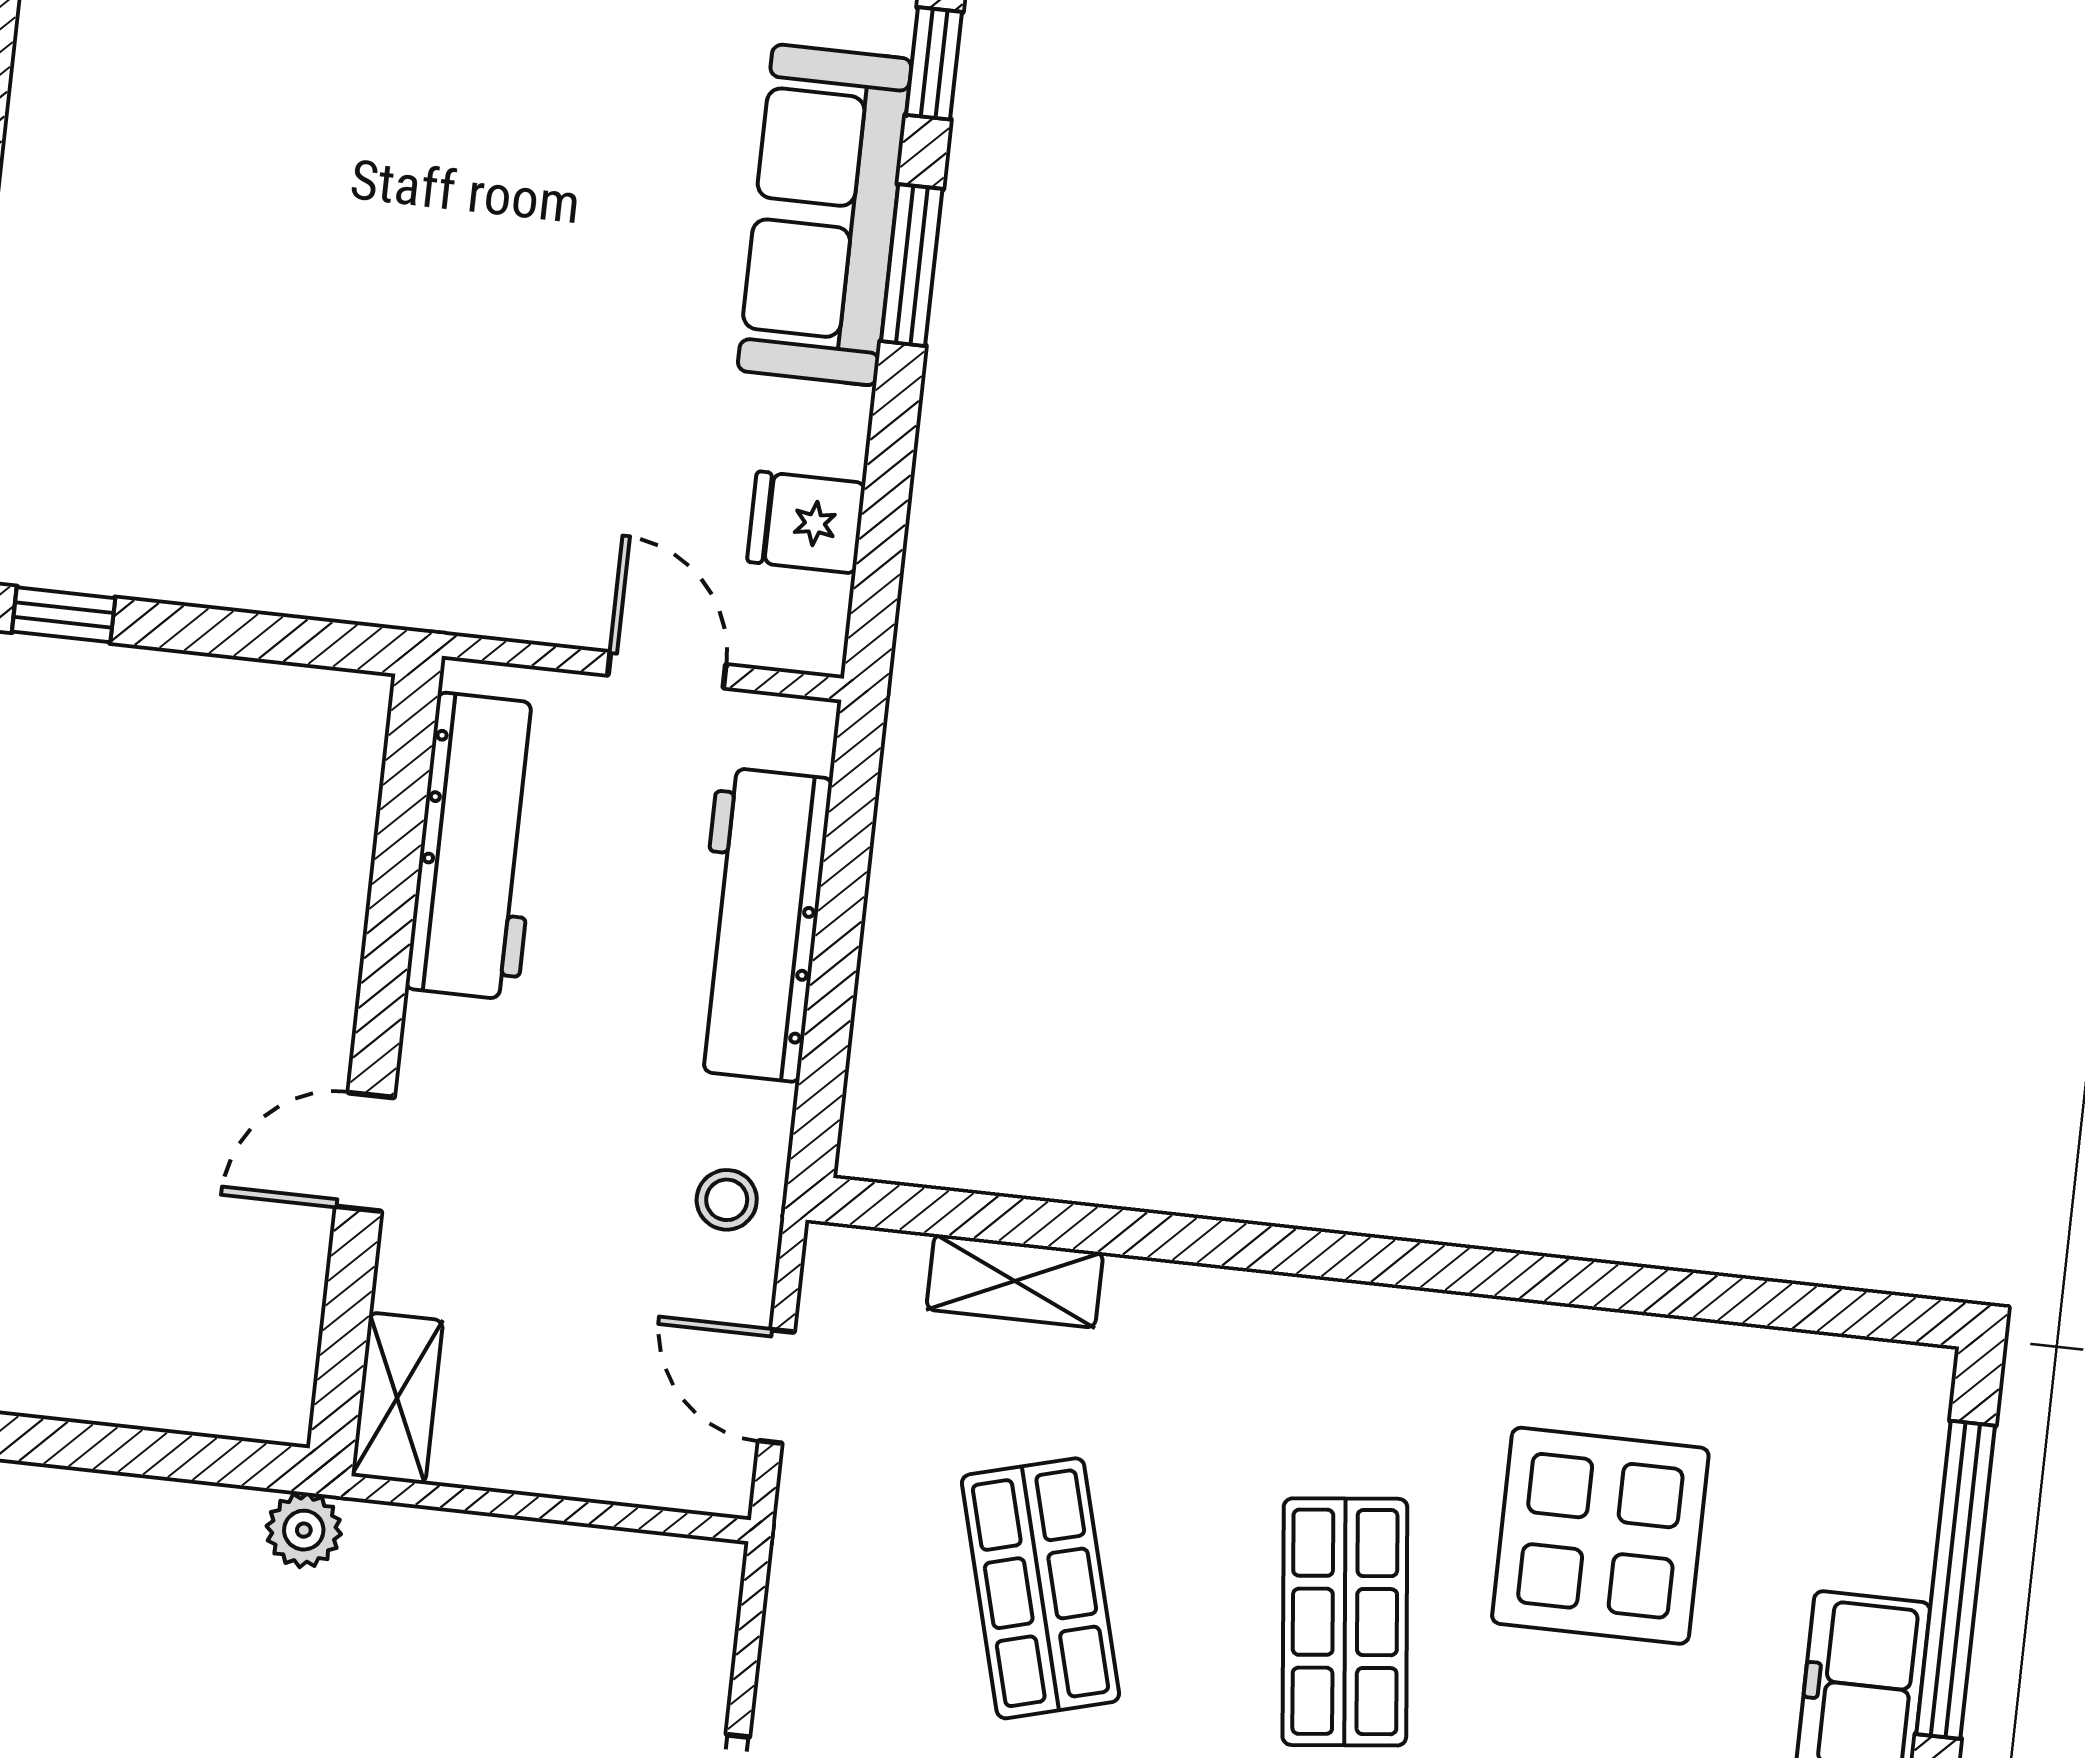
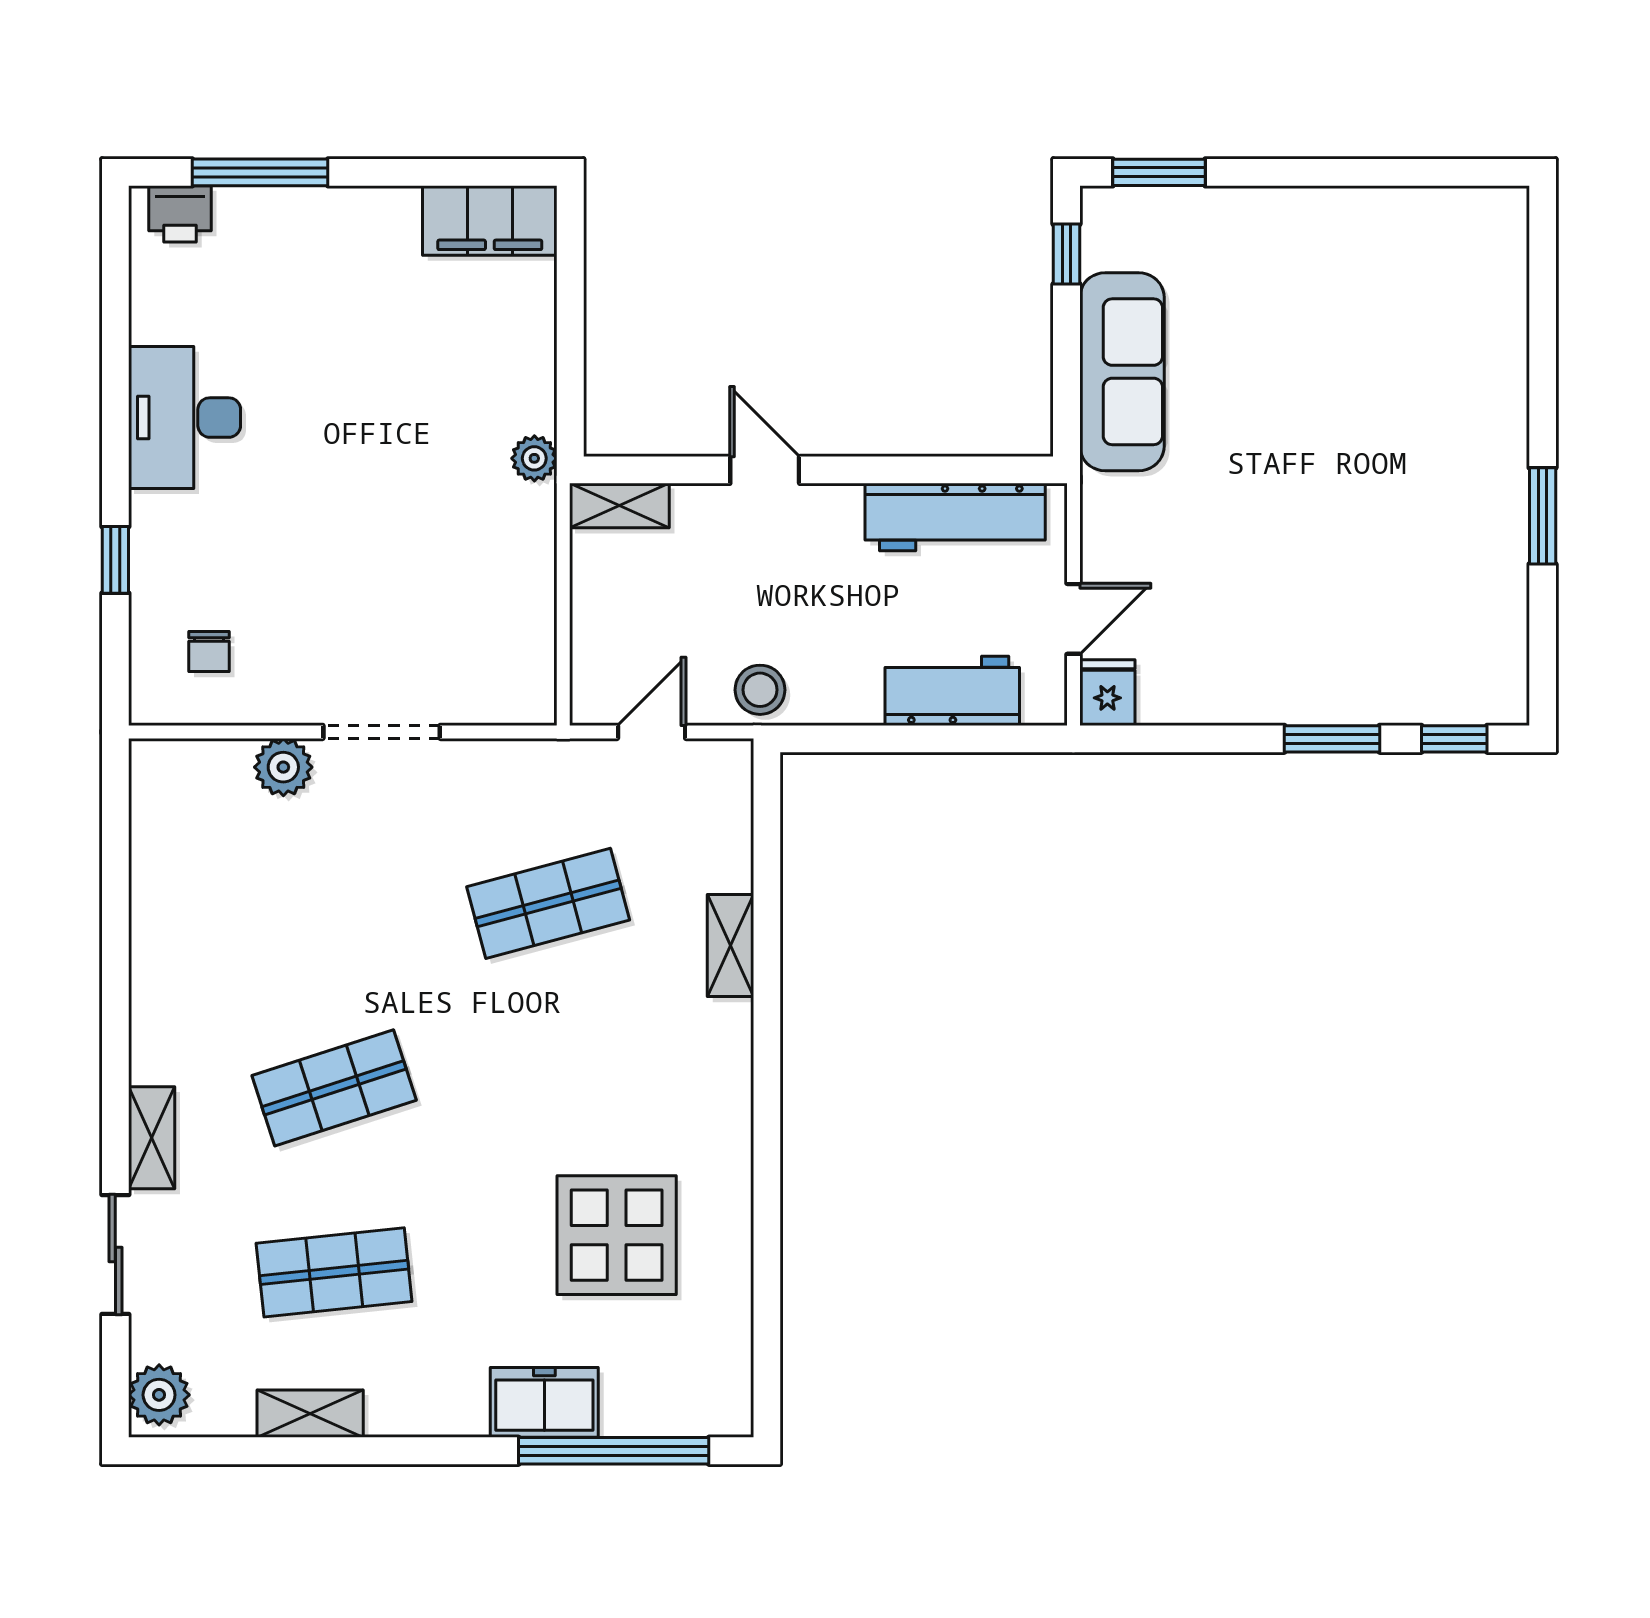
sofa: (825, 215) -> (1122, 372), moved, turned 90
fridge: (806, 522) -> (1107, 693), moved
workbench: (759, 924) -> (952, 691), width x0.73
stool: (727, 1200) -> (760, 690), width x1.37, depth x1.37
shelving: (1015, 1281) -> (731, 946), moved
shop shelf: (1345, 1622) -> (548, 1088), removed

